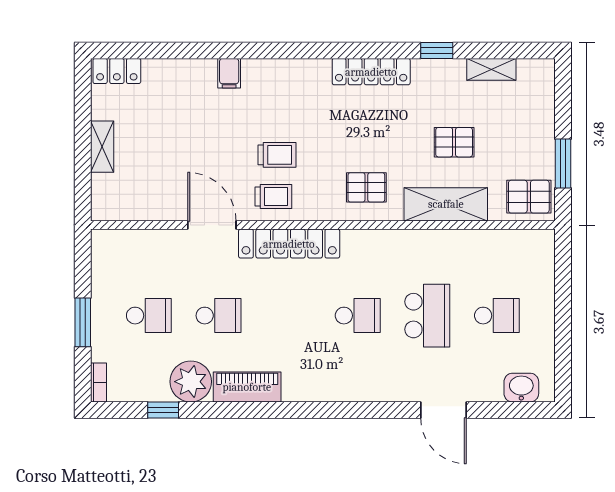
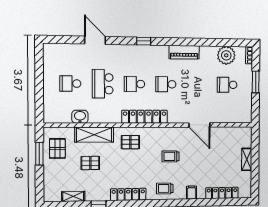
locker: (117, 71) -> (222, 193), moved, width x1.53
trolley: (273, 196) -> (165, 188), moved
pallet: (529, 197) -> (57, 148), moved, turned 90
locker: (289, 244) -> (145, 117), moved
school desk: (218, 316) -> (166, 84), moved
plant: (191, 382) -> (226, 55), moved
washbasin: (521, 388) -> (80, 117), moved, turned 180
window: (163, 410) -> (144, 41), moved

